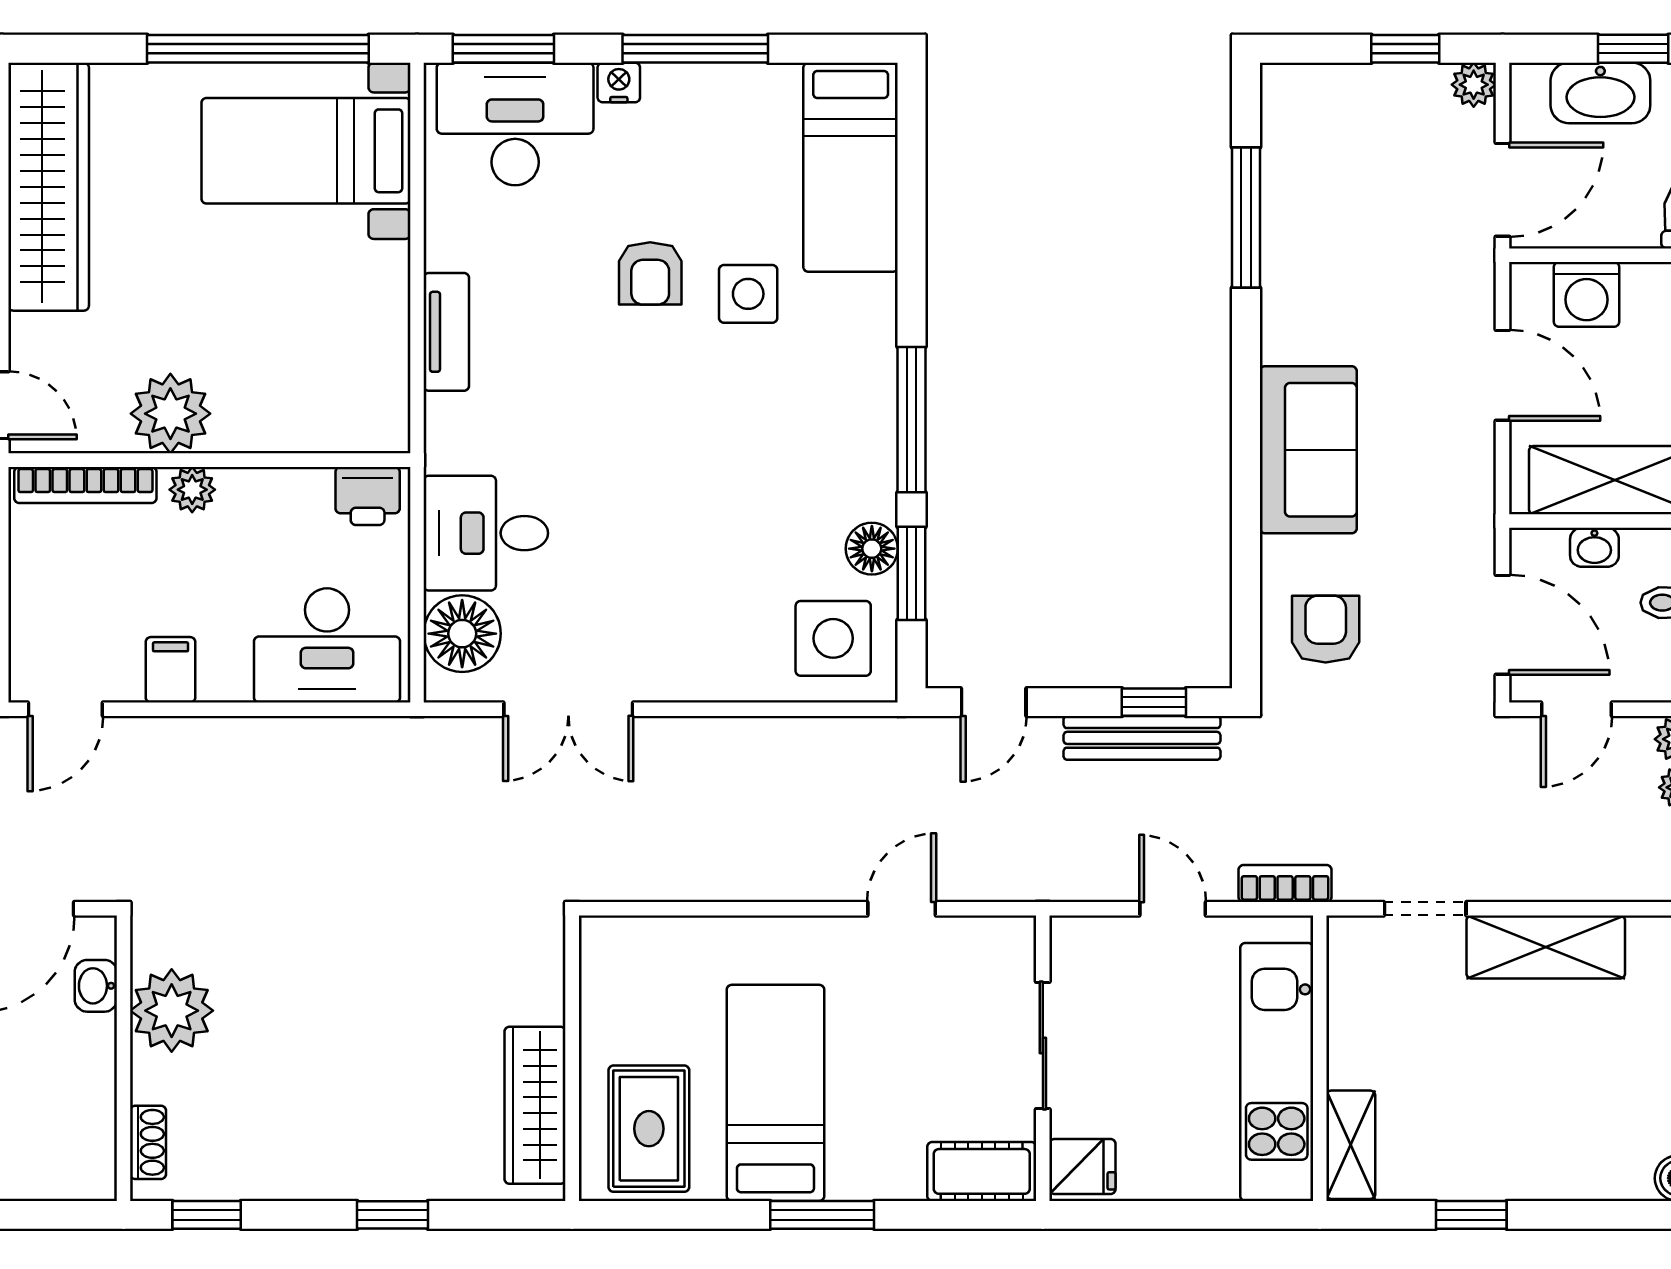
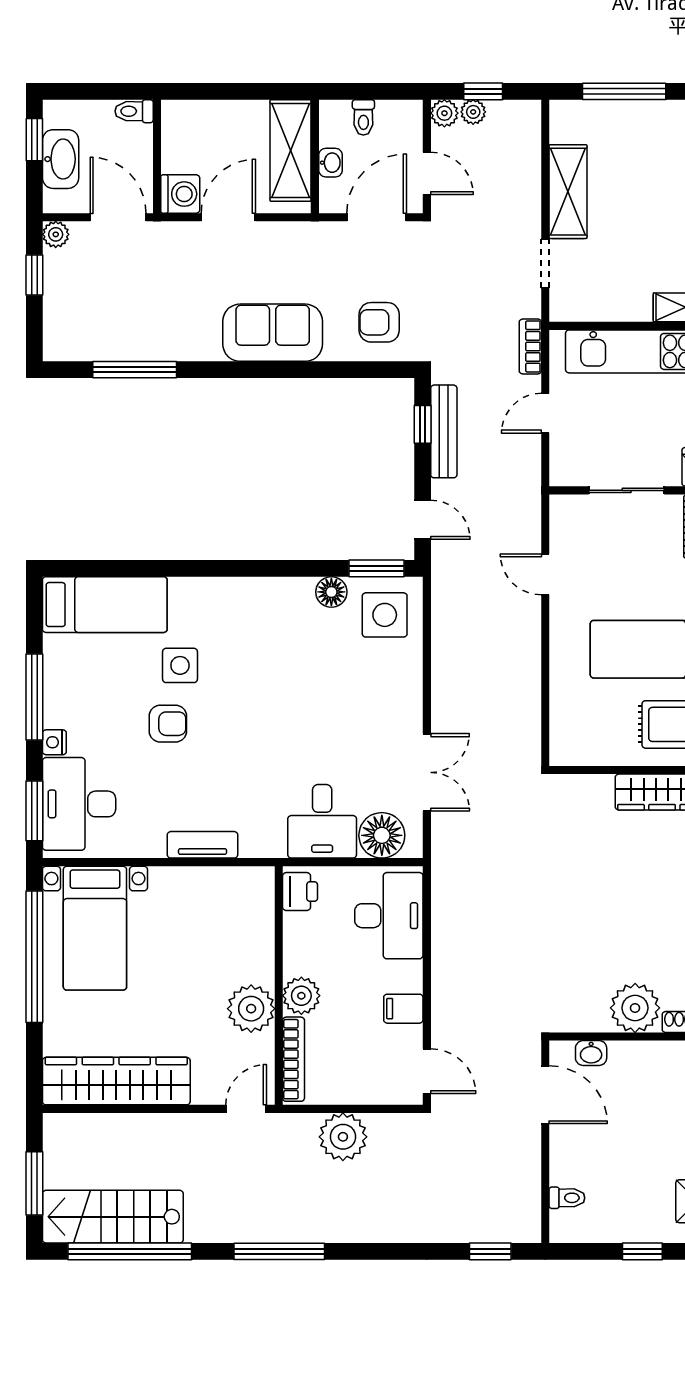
washing machine: (1587, 294) -> (180, 194), moved
window: (912, 420) -> (255, 568), removed
plant: (192, 490) -> (301, 996), width x1.38, depth x1.38
window: (912, 573) -> (376, 568), moved
plant: (172, 1011) -> (635, 1008), moved

